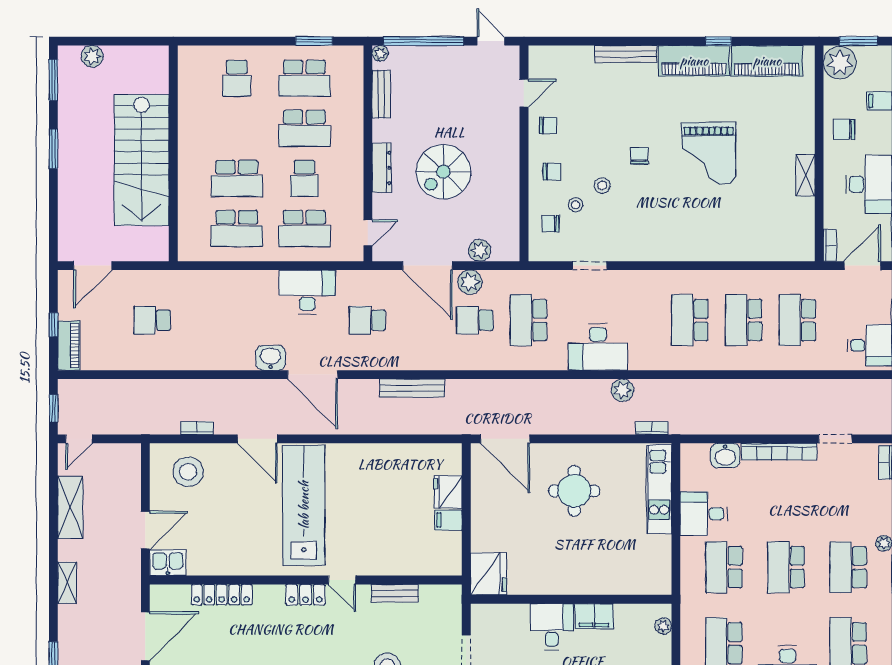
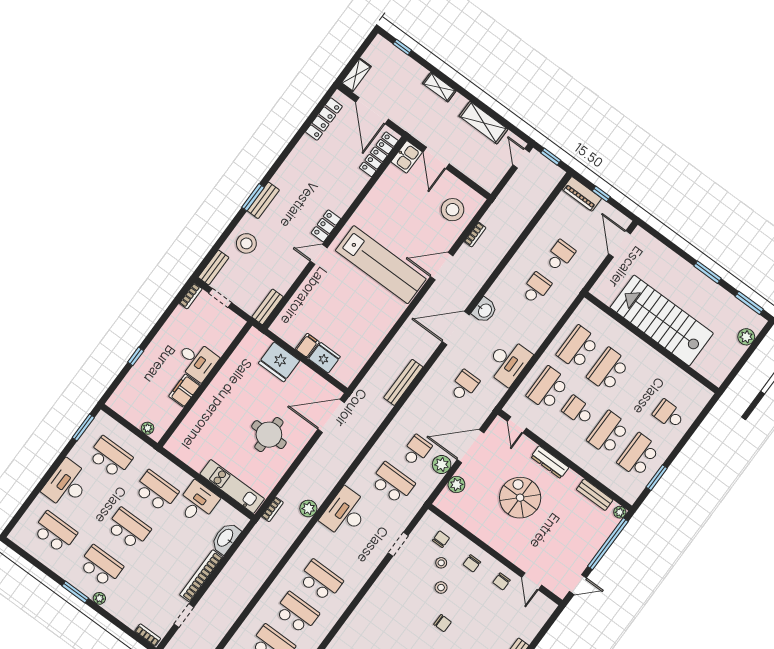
school desk: (206, 320) -> (536, 288), added
washbasin: (725, 456) -> (226, 538), width x1.38
fridge: (488, 574) -> (279, 362), moved
bench: (395, 593) -> (268, 307), moved
locker: (222, 595) -> (379, 154), moved

